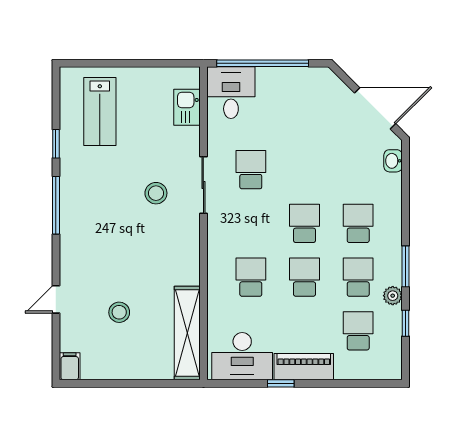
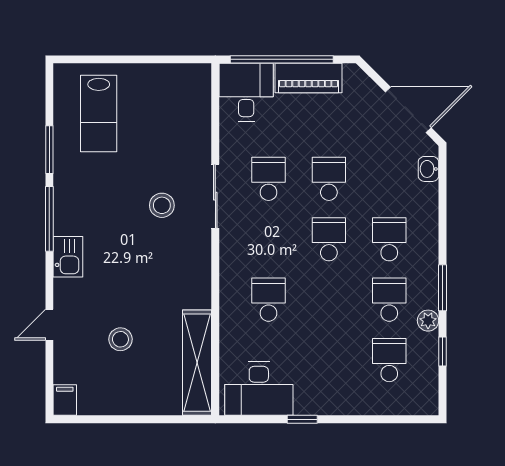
kitchen sink: (187, 107) -> (68, 257), moved, turned 180
window: (56, 144) -> (49, 150), width x1.50
school desk: (304, 277) -> (329, 179), moved
piano: (304, 367) -> (309, 78), moved, turned 180

